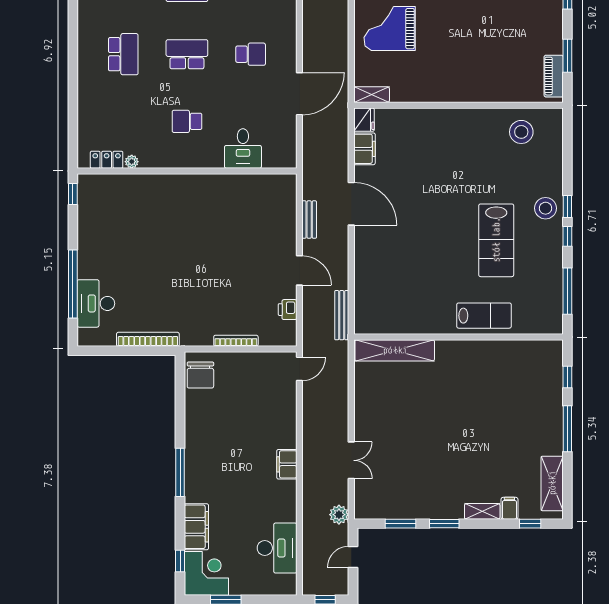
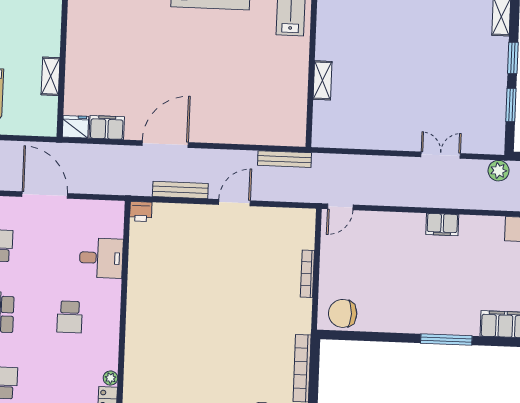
shelving: (372, 95) -> (51, 76), moved
bench: (309, 220) -> (180, 190), width x1.36
printer: (288, 310) -> (141, 212), moved
shelving: (395, 350) -> (322, 80), width x0.45, depth x0.75
door: (299, 369) -> (340, 207), swing flipped
chair: (200, 375) -> (343, 313), turned 180

